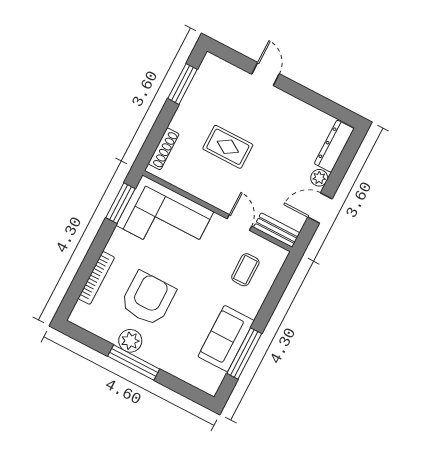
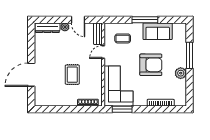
door: (265, 74) -> (31, 75), width x1.88
window: (183, 84) -> (55, 109), removed
armchair: (148, 299) -> (151, 65), moved, turned 180
window: (244, 353) -> (145, 20), moved
window: (134, 363) -> (190, 55), moved

